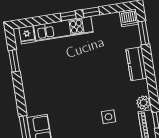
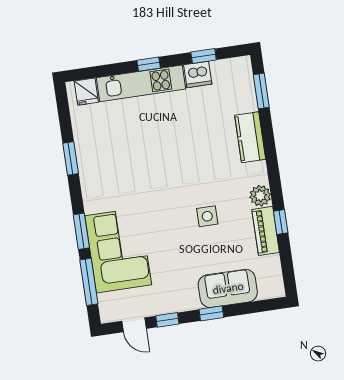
window: (91, 12) -> (204, 56), moved
dishwasher: (129, 18) -> (198, 74), moved
window: (14, 61) -> (71, 158), moved

